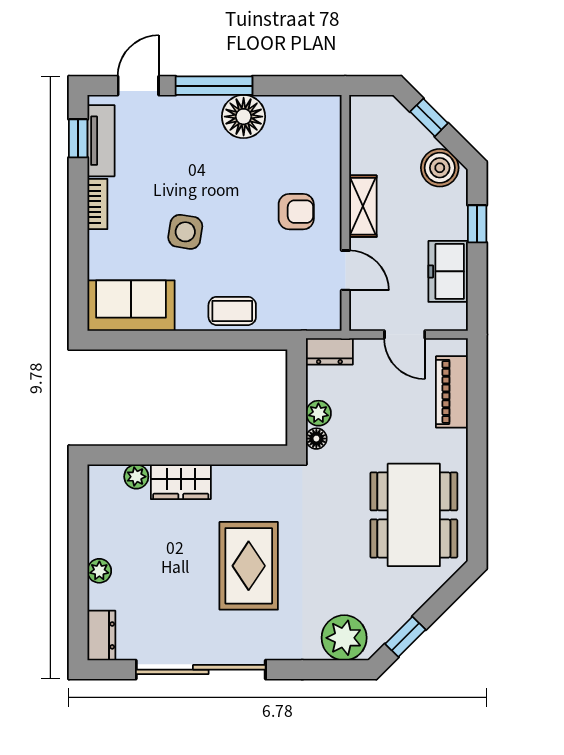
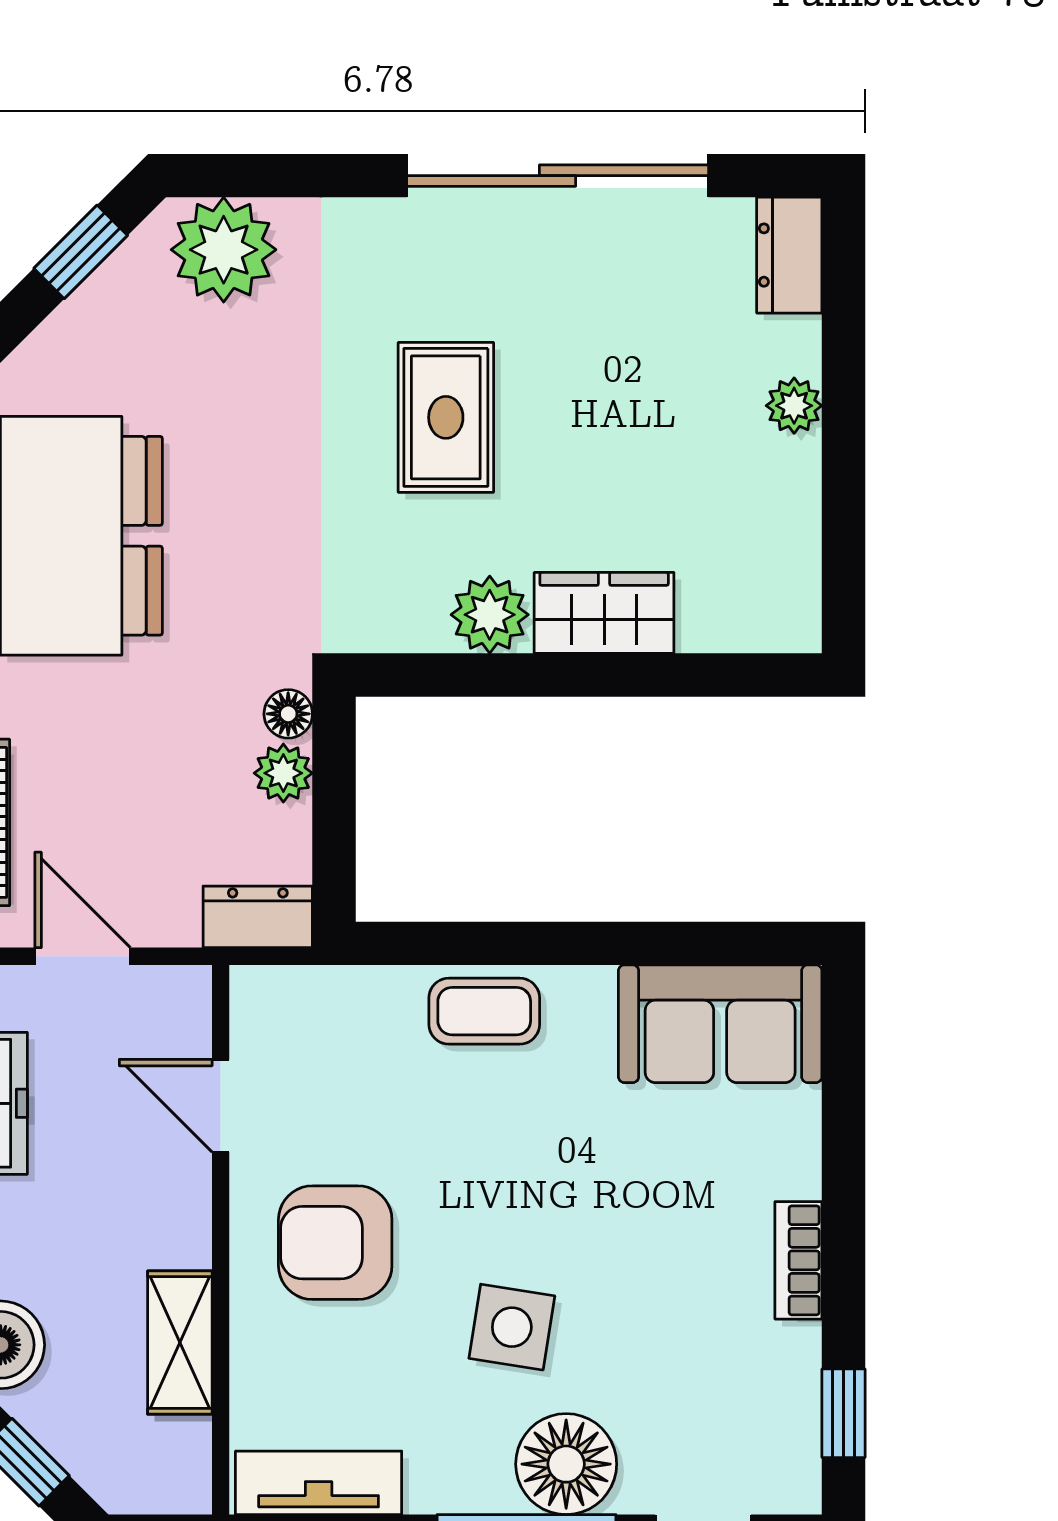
floor lamp: (244, 117) -> (566, 1464), moved
tv unit: (101, 141) -> (319, 1483), moved, turned 90
shelving: (363, 206) -> (180, 1343), moved
armchair: (296, 212) -> (335, 1243), width x1.38, depth x1.38
side table: (185, 232) -> (512, 1327), moved
plant: (136, 477) -> (490, 615), moved, width x1.38, depth x1.38
rug: (249, 566) -> (446, 417), width x0.73, depth x0.70

